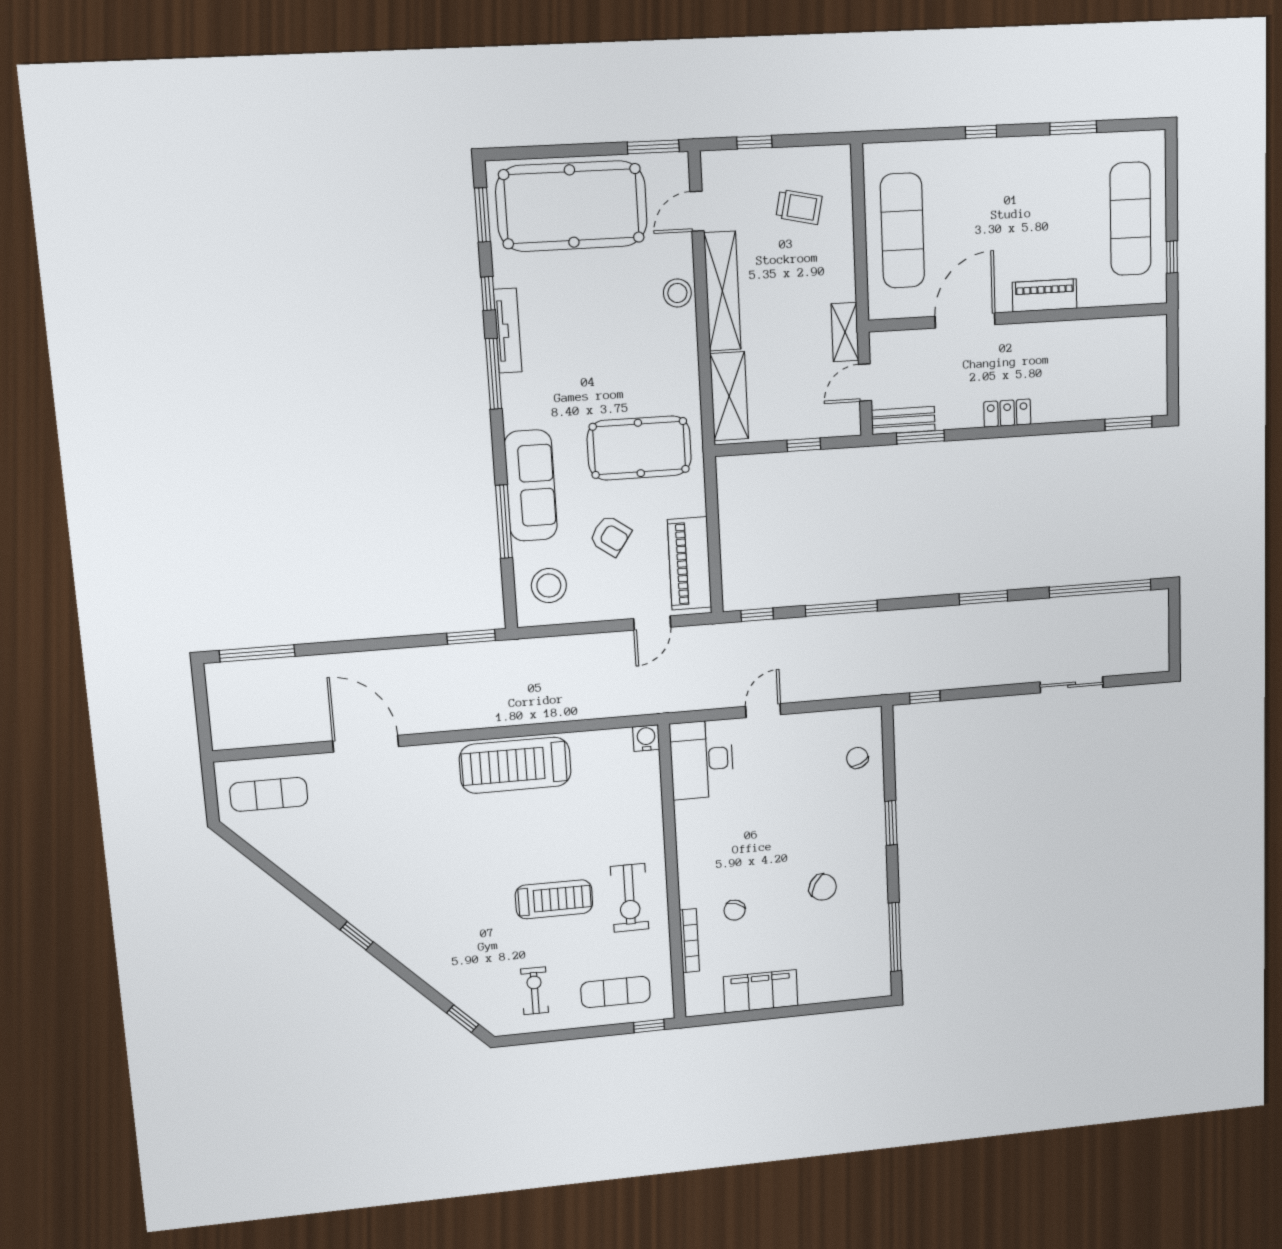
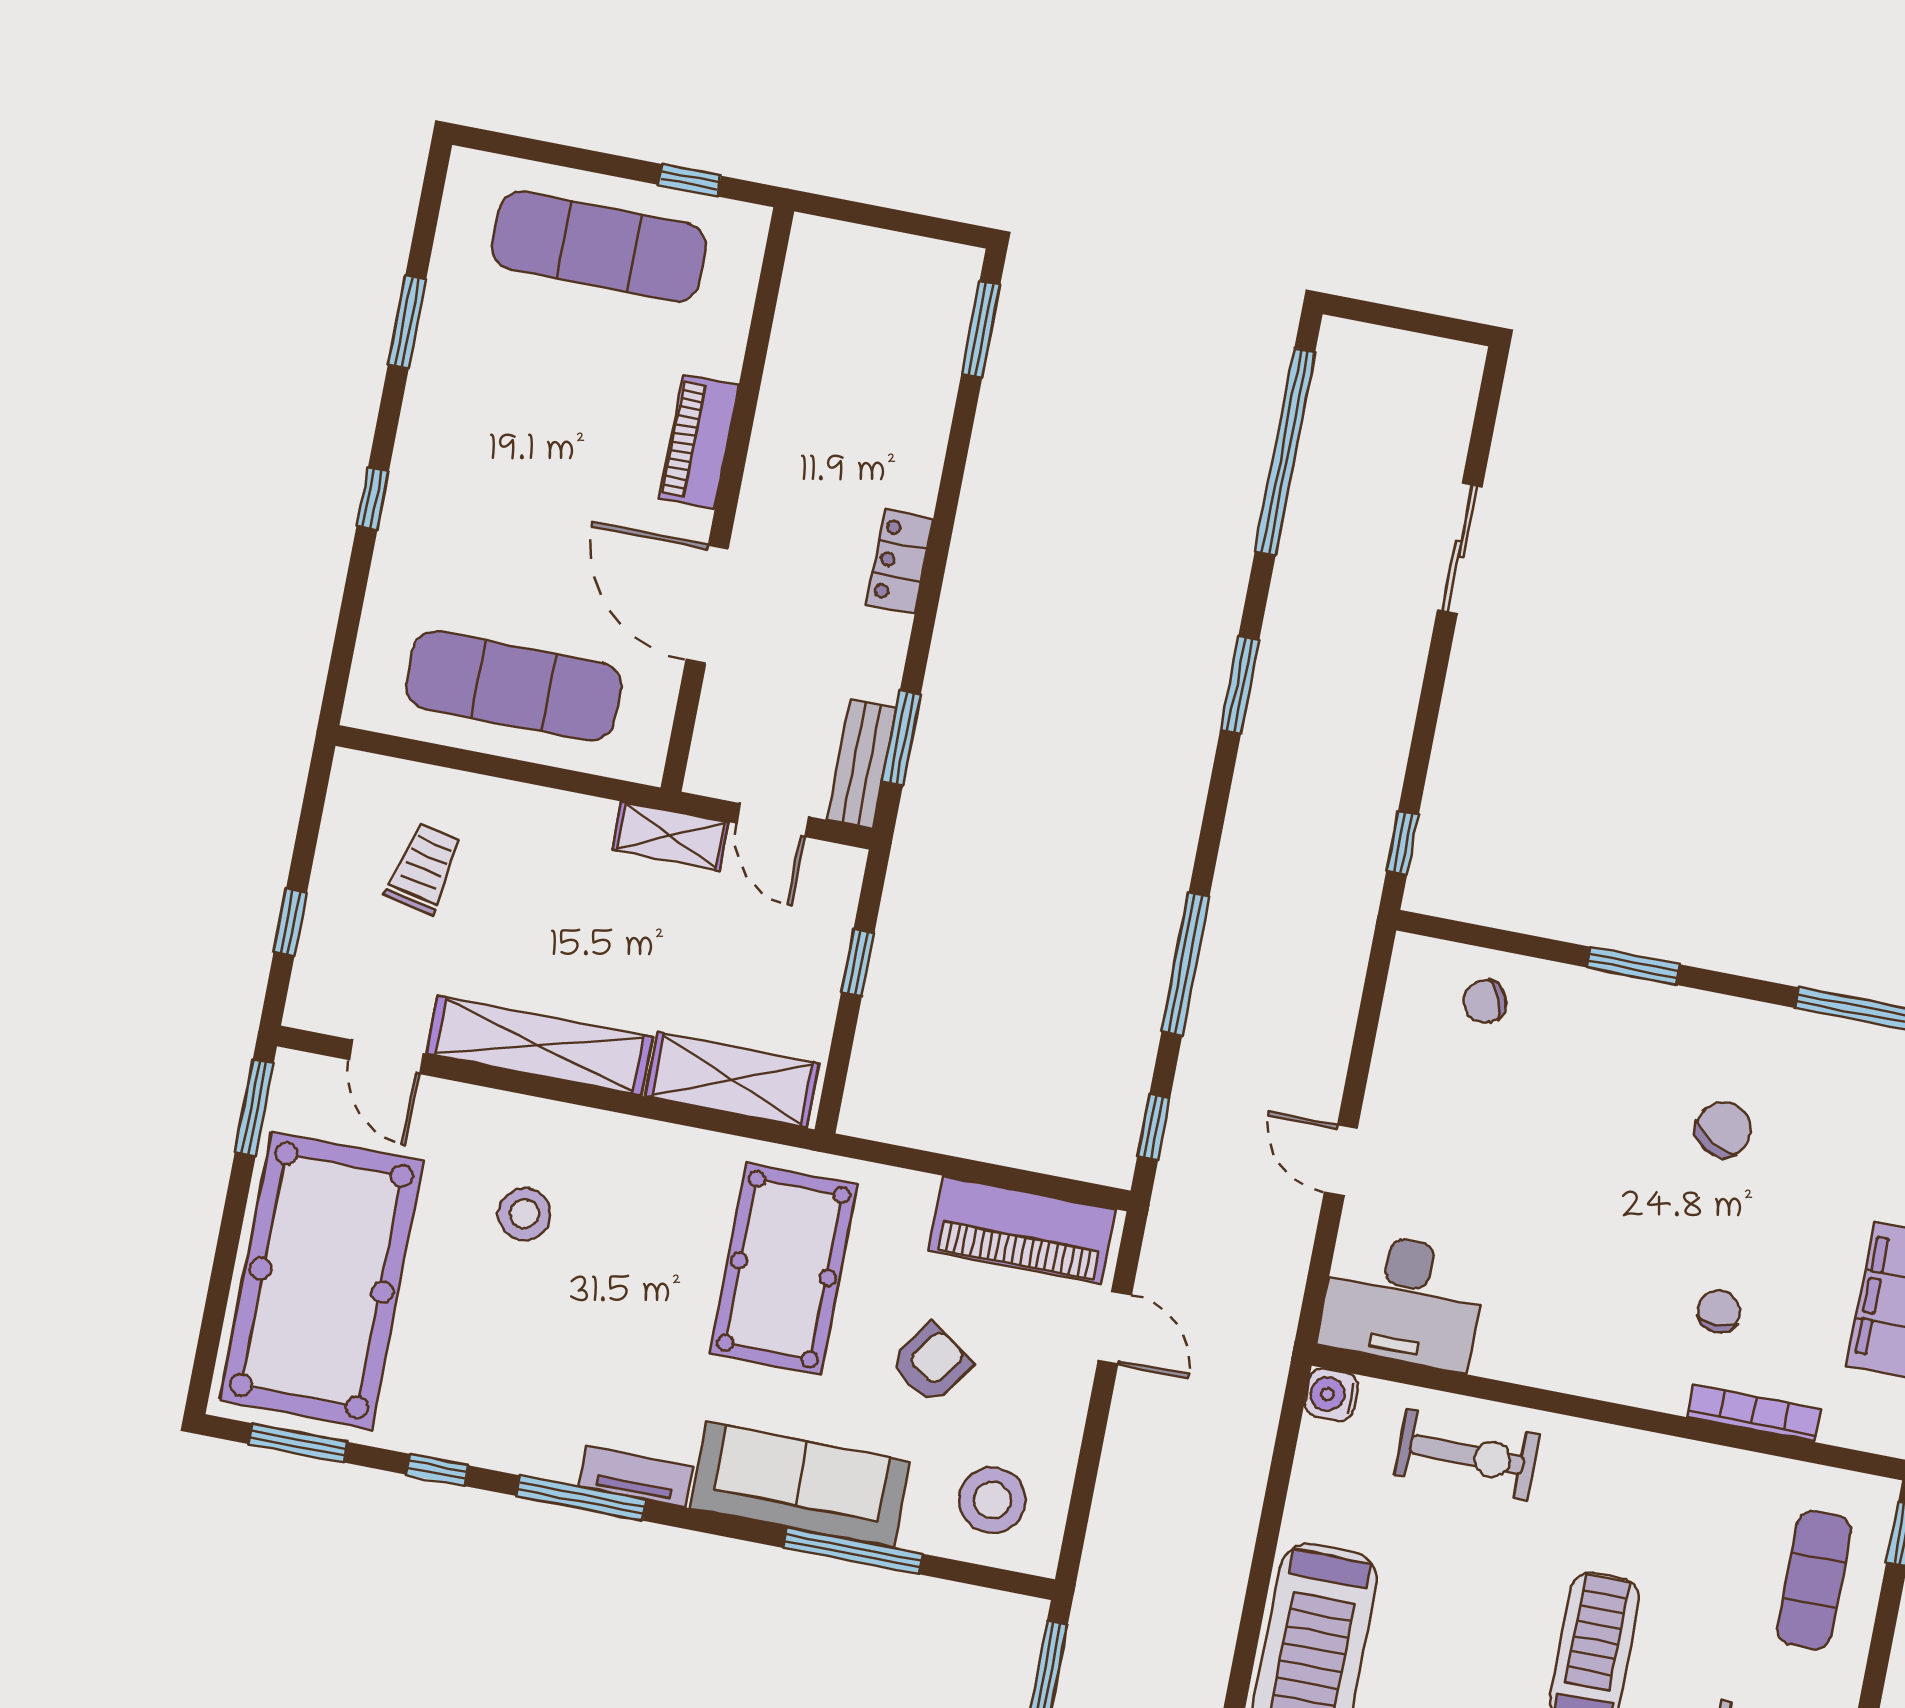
stool: (677, 293) -> (524, 1214), moved
tv unit: (508, 331) -> (636, 1477), moved, width x0.71
exercise bike: (629, 898) -> (1467, 1455), moved
chair: (735, 910) -> (1719, 1311), turned -111

